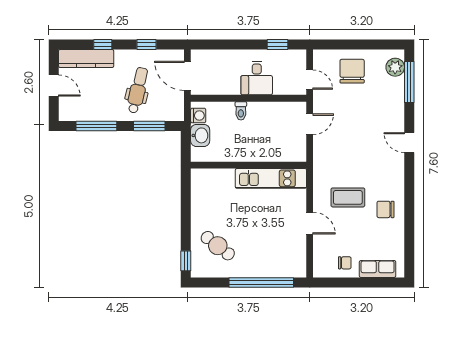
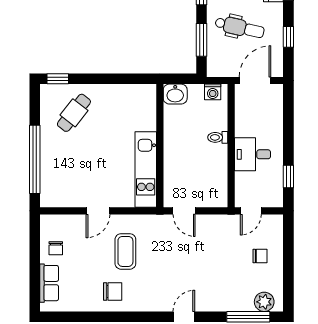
chair: (352, 71) -> (260, 256), width x0.54, depth x0.54
door: (310, 124) -> (184, 211), moved
washbasin: (200, 135) -> (175, 94), moved
chair: (385, 209) -> (113, 291), turned 90

